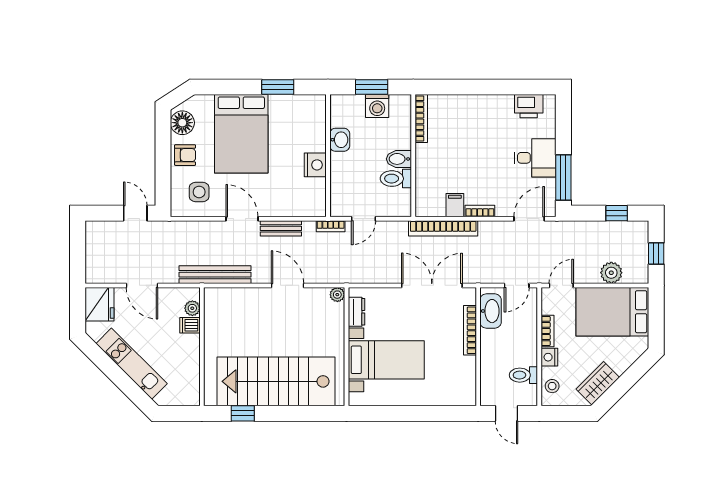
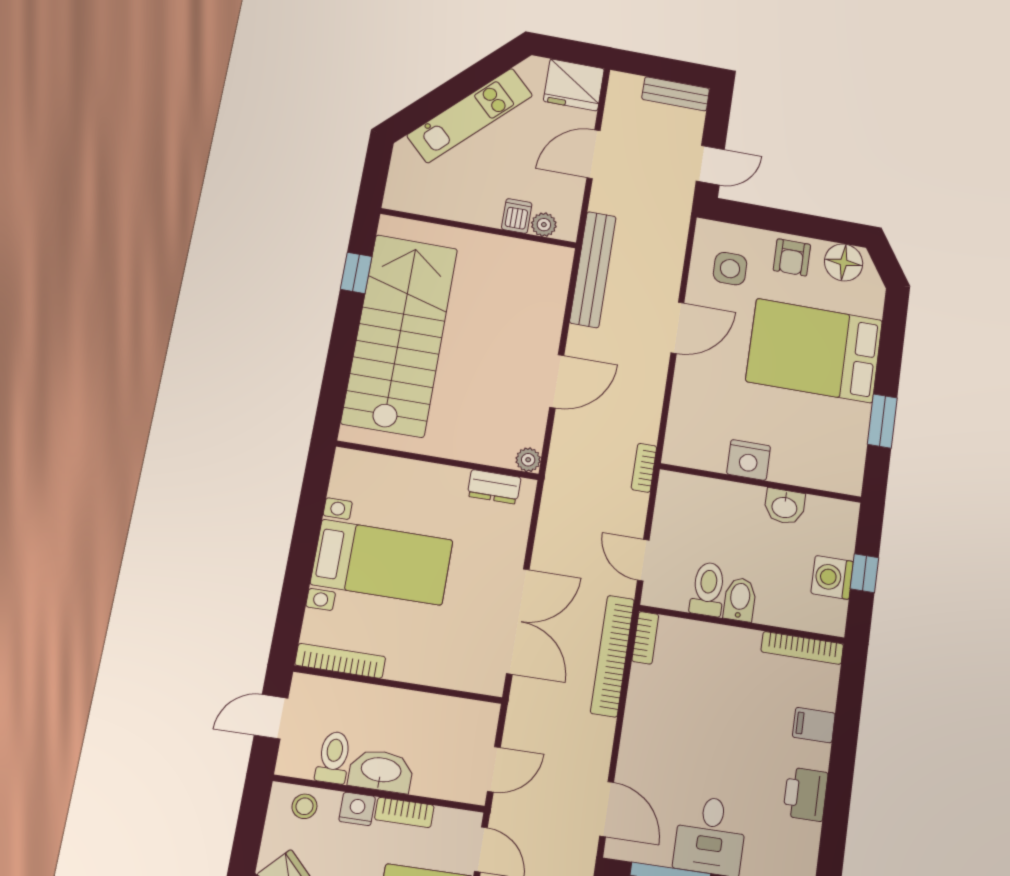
window: (372, 87) -> (864, 573), width x0.67
printer: (529, 106) -> (805, 794), moved
filing cabinet: (455, 205) -> (814, 725), moved, turned 180
bookcase: (480, 211) -> (645, 638), moved
door: (364, 219) -> (643, 560), moved
bench: (281, 228) -> (676, 94), moved, turned 90
door: (517, 285) -> (494, 769), swing flipped
washbasin: (491, 311) -> (381, 771), moved, turned 180
bookcase: (470, 330) -> (340, 661), moved
bed with nightstands: (386, 360) -> (382, 562), moved, turned -90

